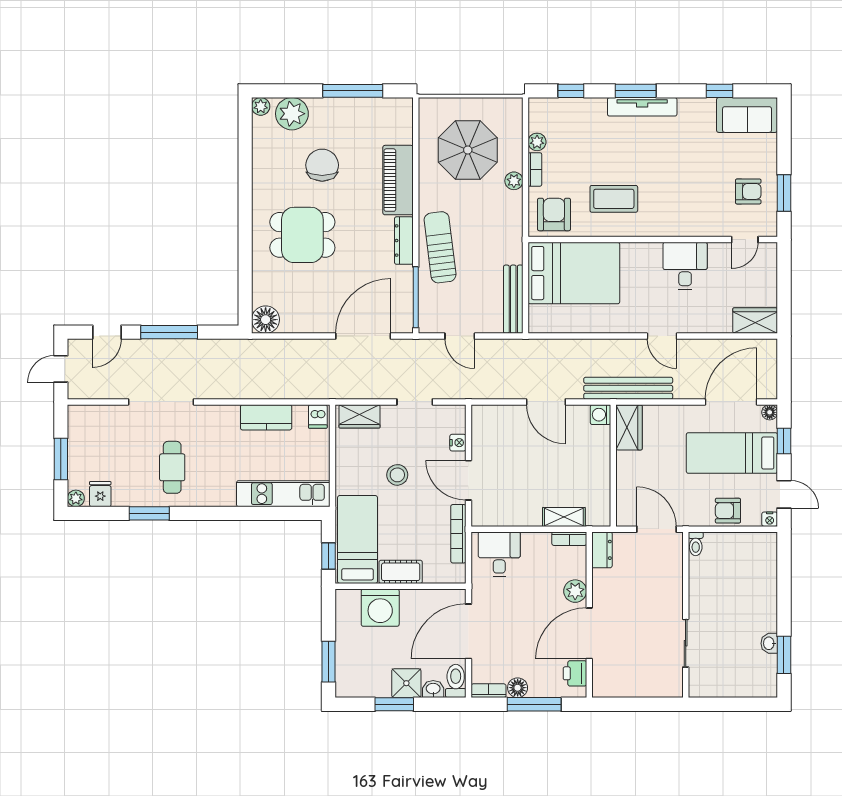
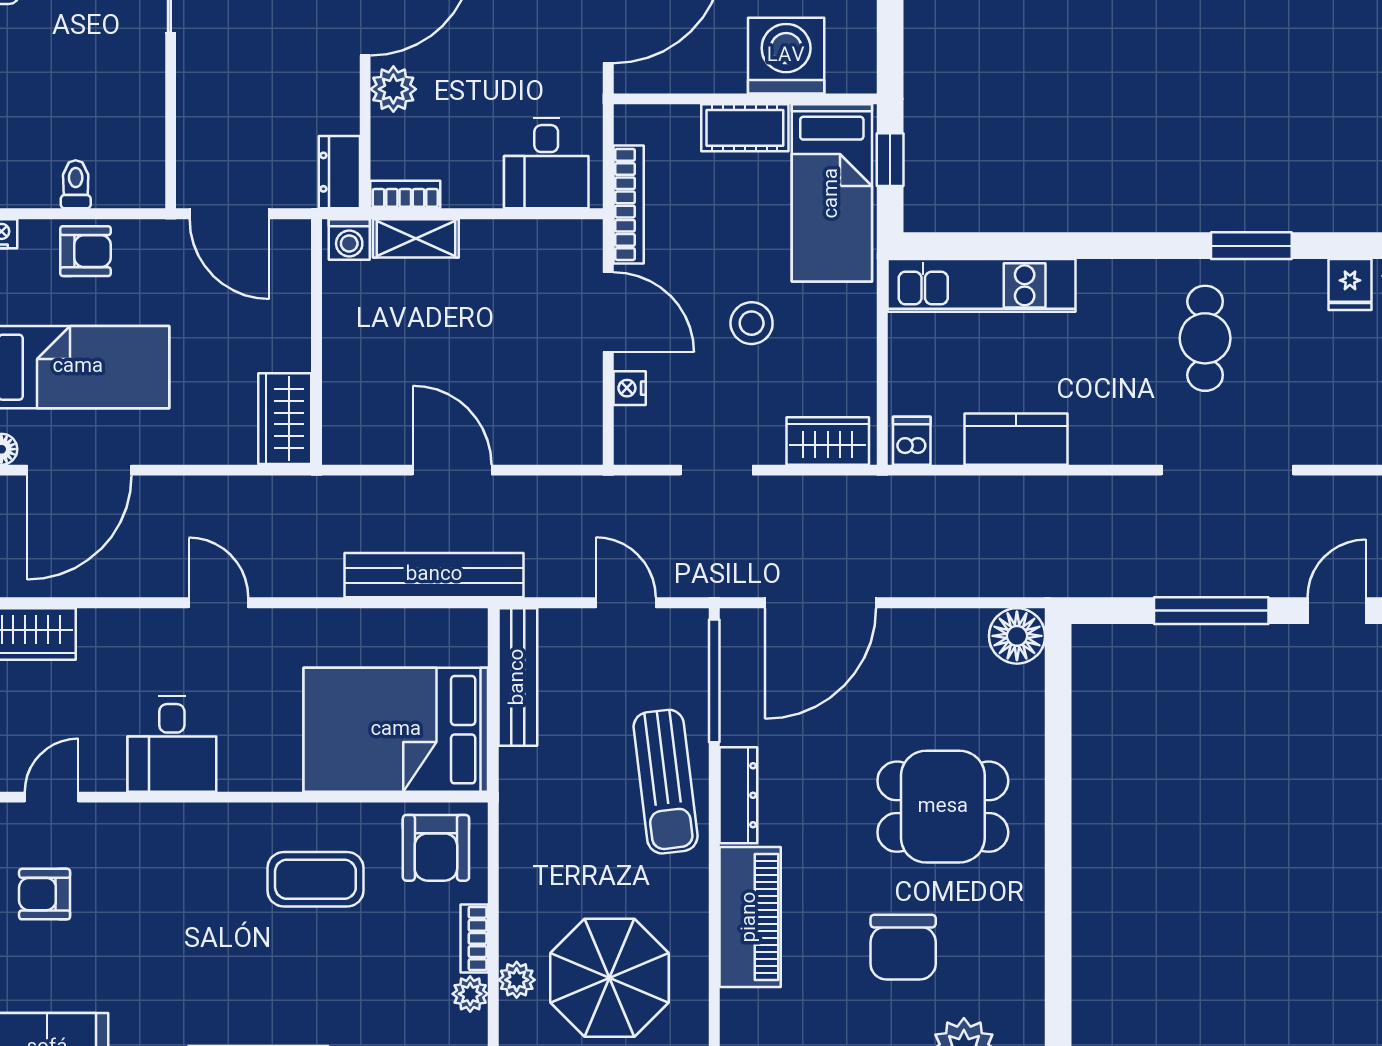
plant: (514, 181) -> (517, 980), moved
bench: (628, 388) -> (434, 575), moved
washing machine: (601, 415) -> (349, 239), moved, turned 90
toilet: (696, 544) -> (76, 184), moved

